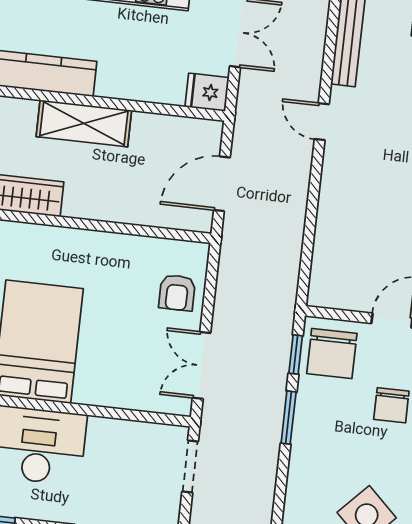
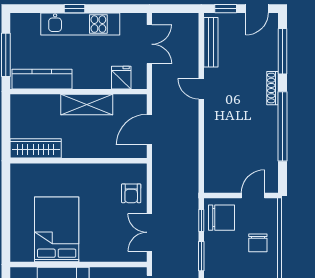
fridge: (207, 92) -> (121, 78), moved, turned 90
shelving: (84, 123) -> (87, 105), moved
chair: (332, 353) -> (221, 218), turned -90

